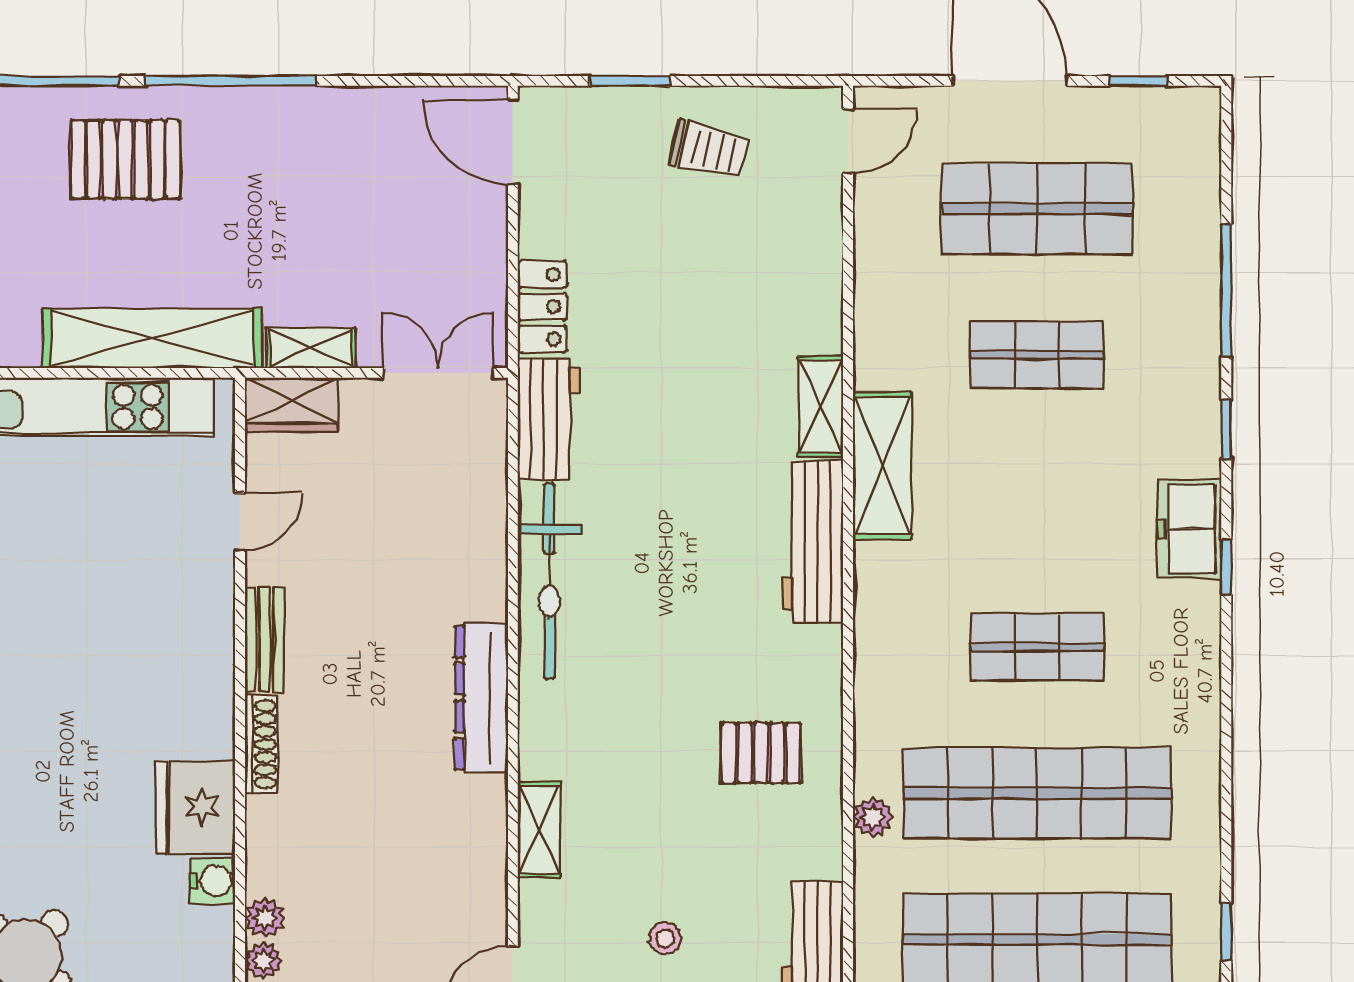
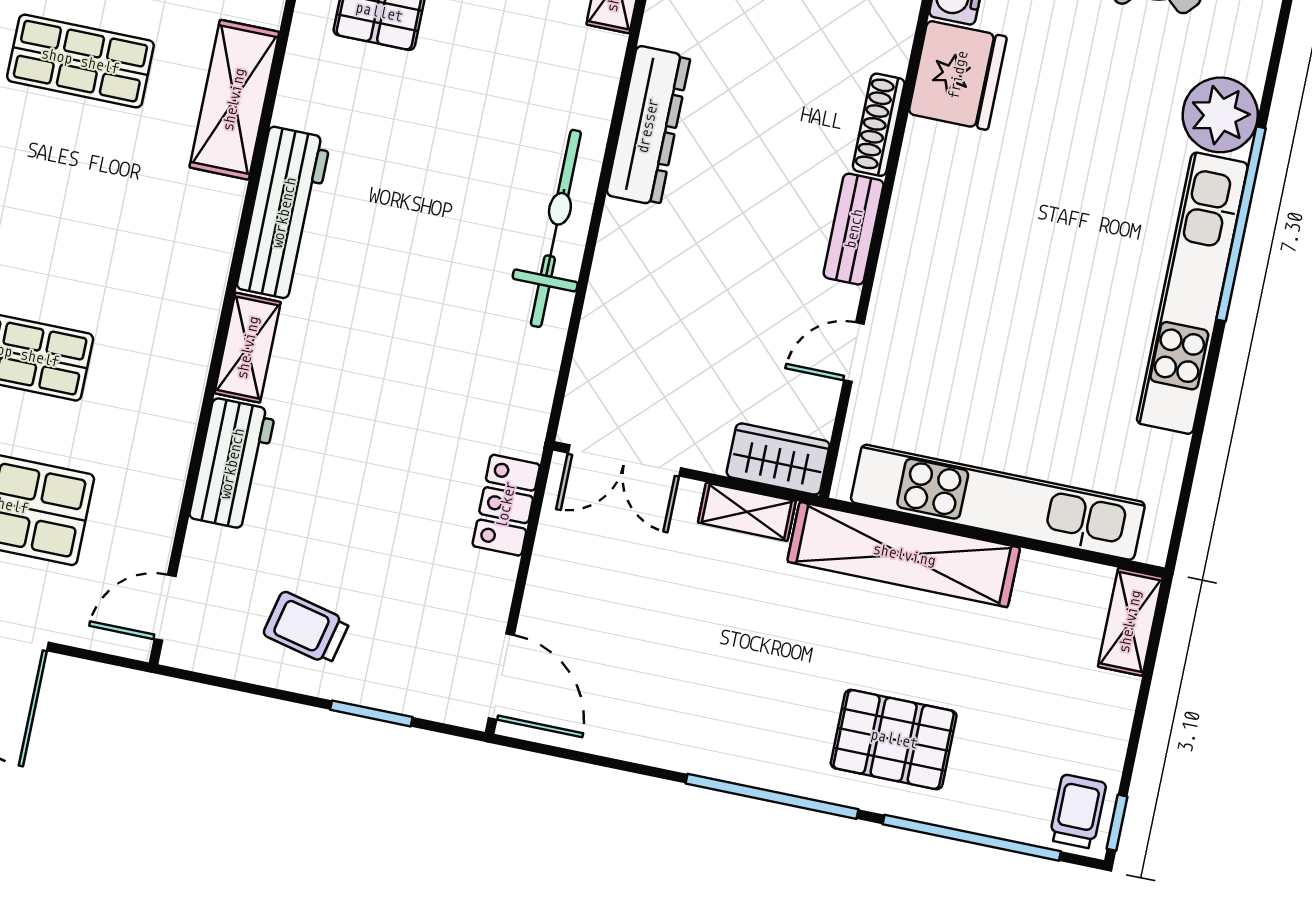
workbench: (549, 419) -> (232, 464), moved, turned 180
shelving: (882, 466) -> (234, 100), moved

